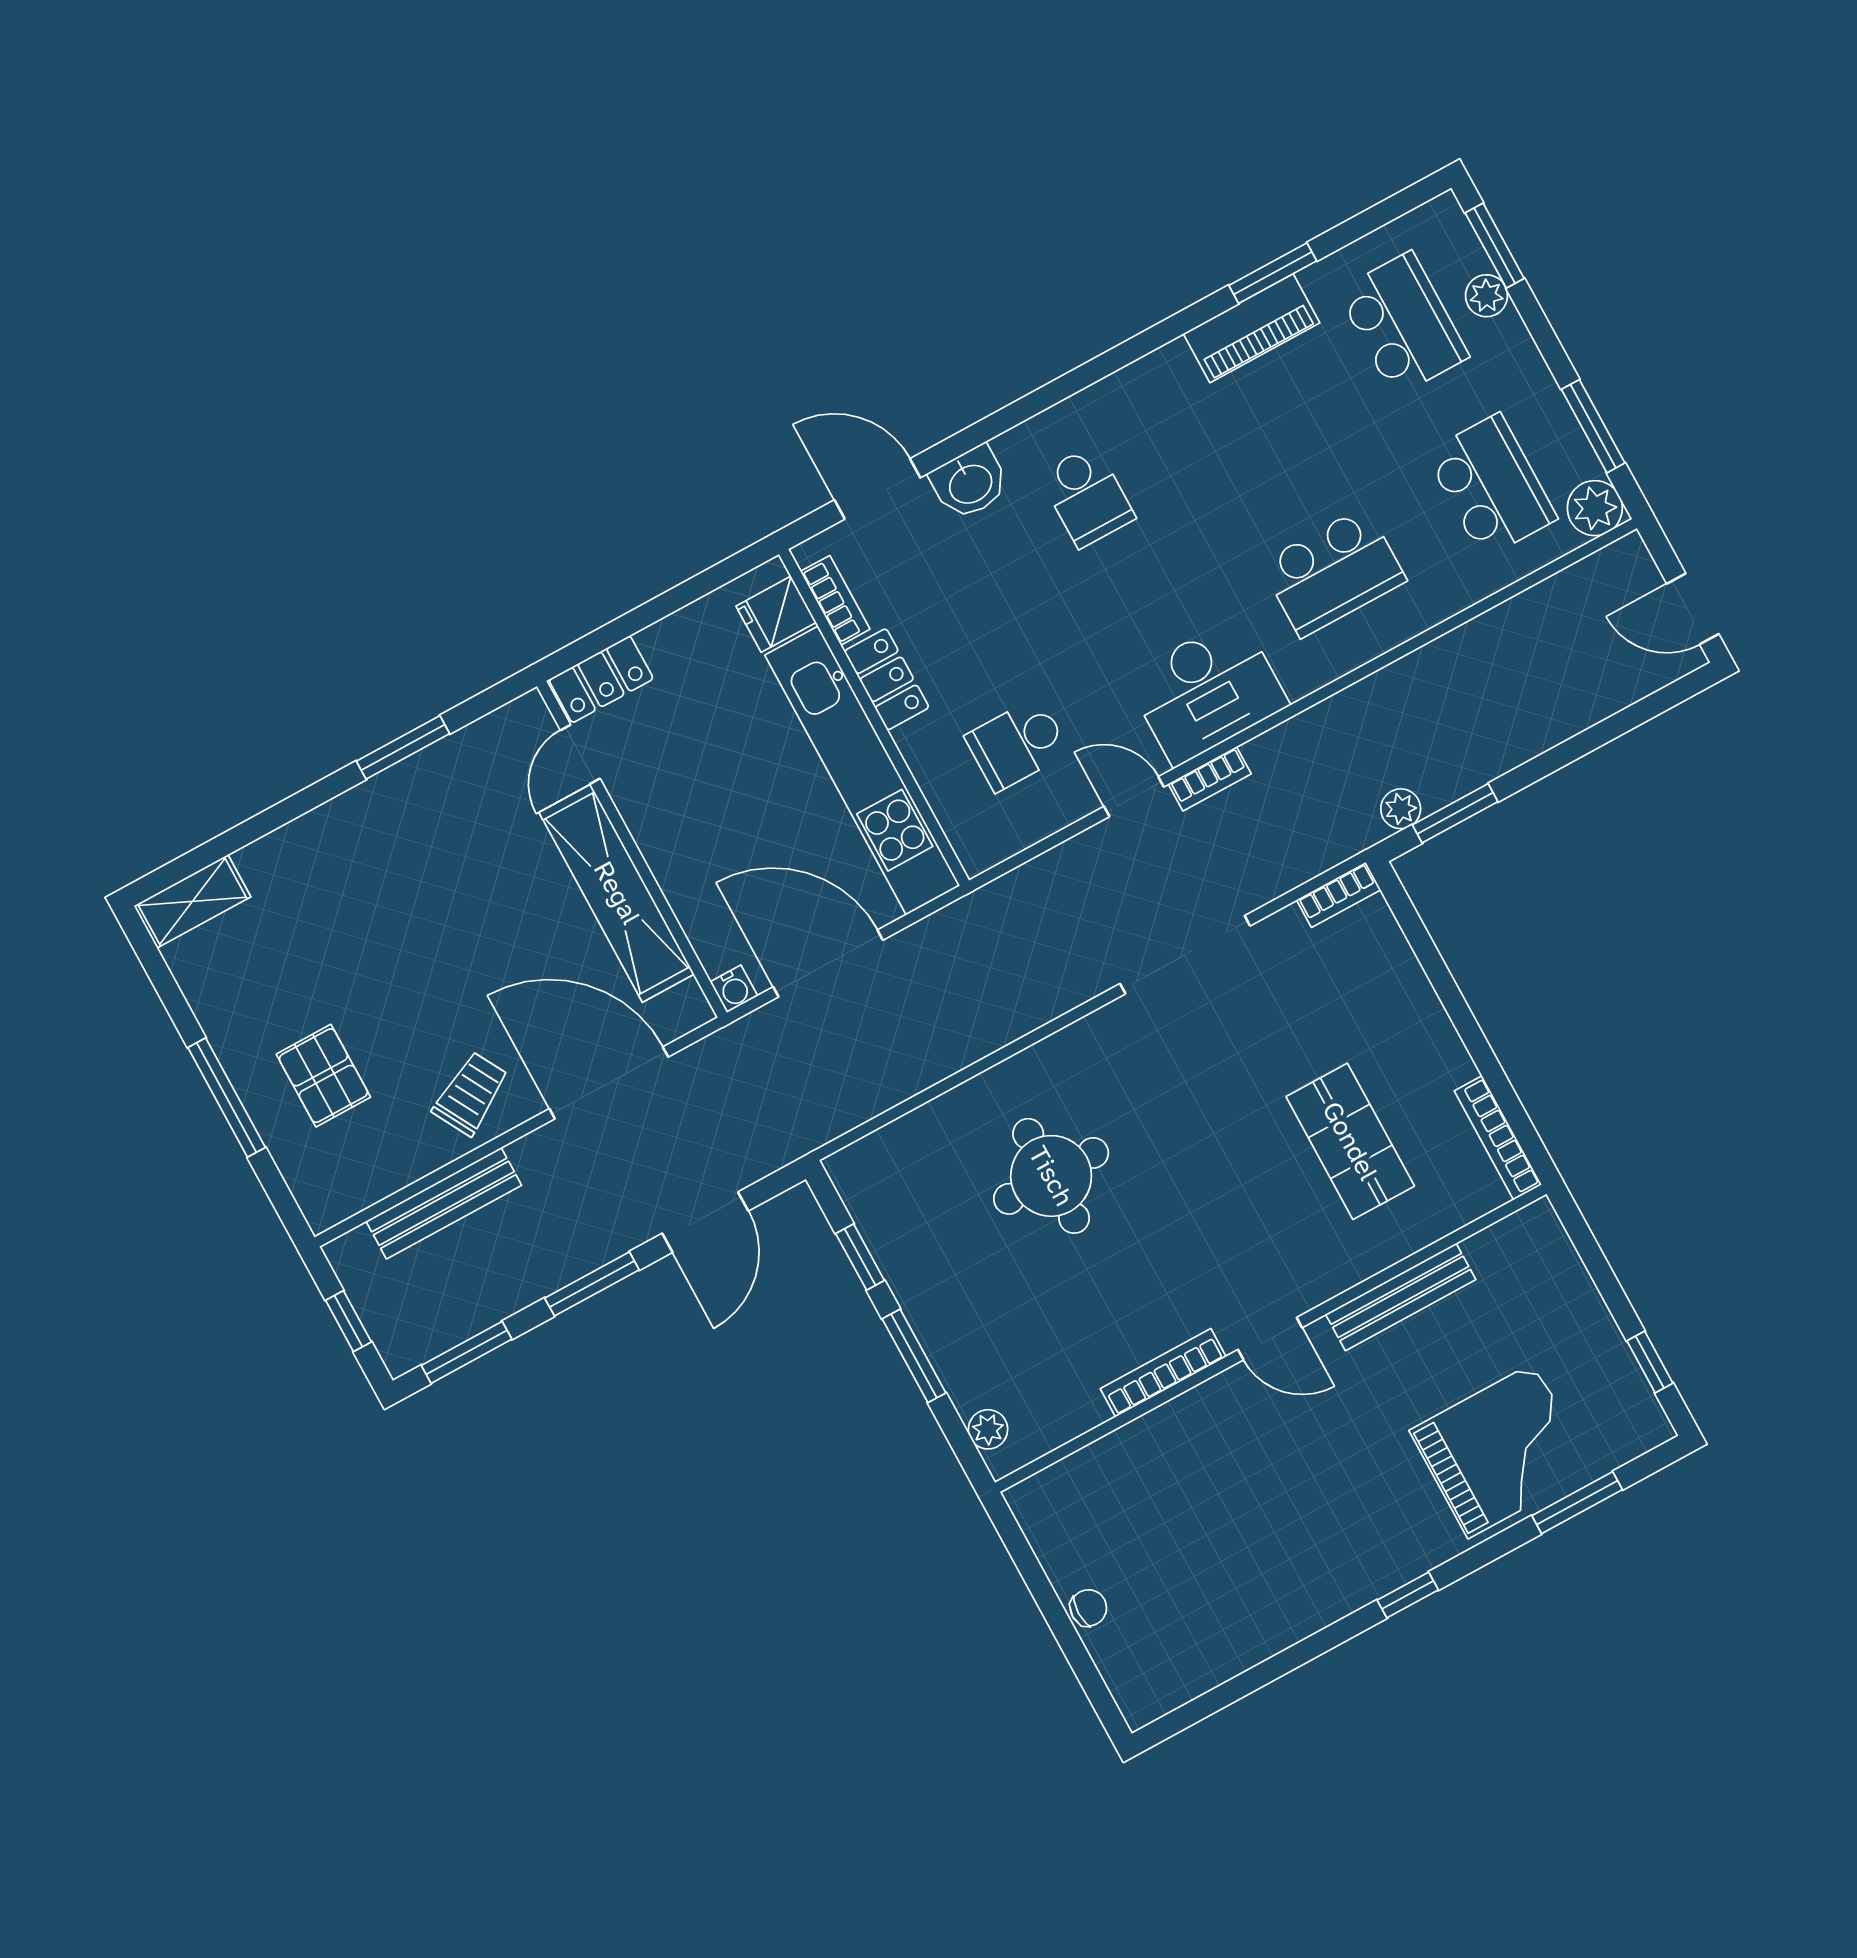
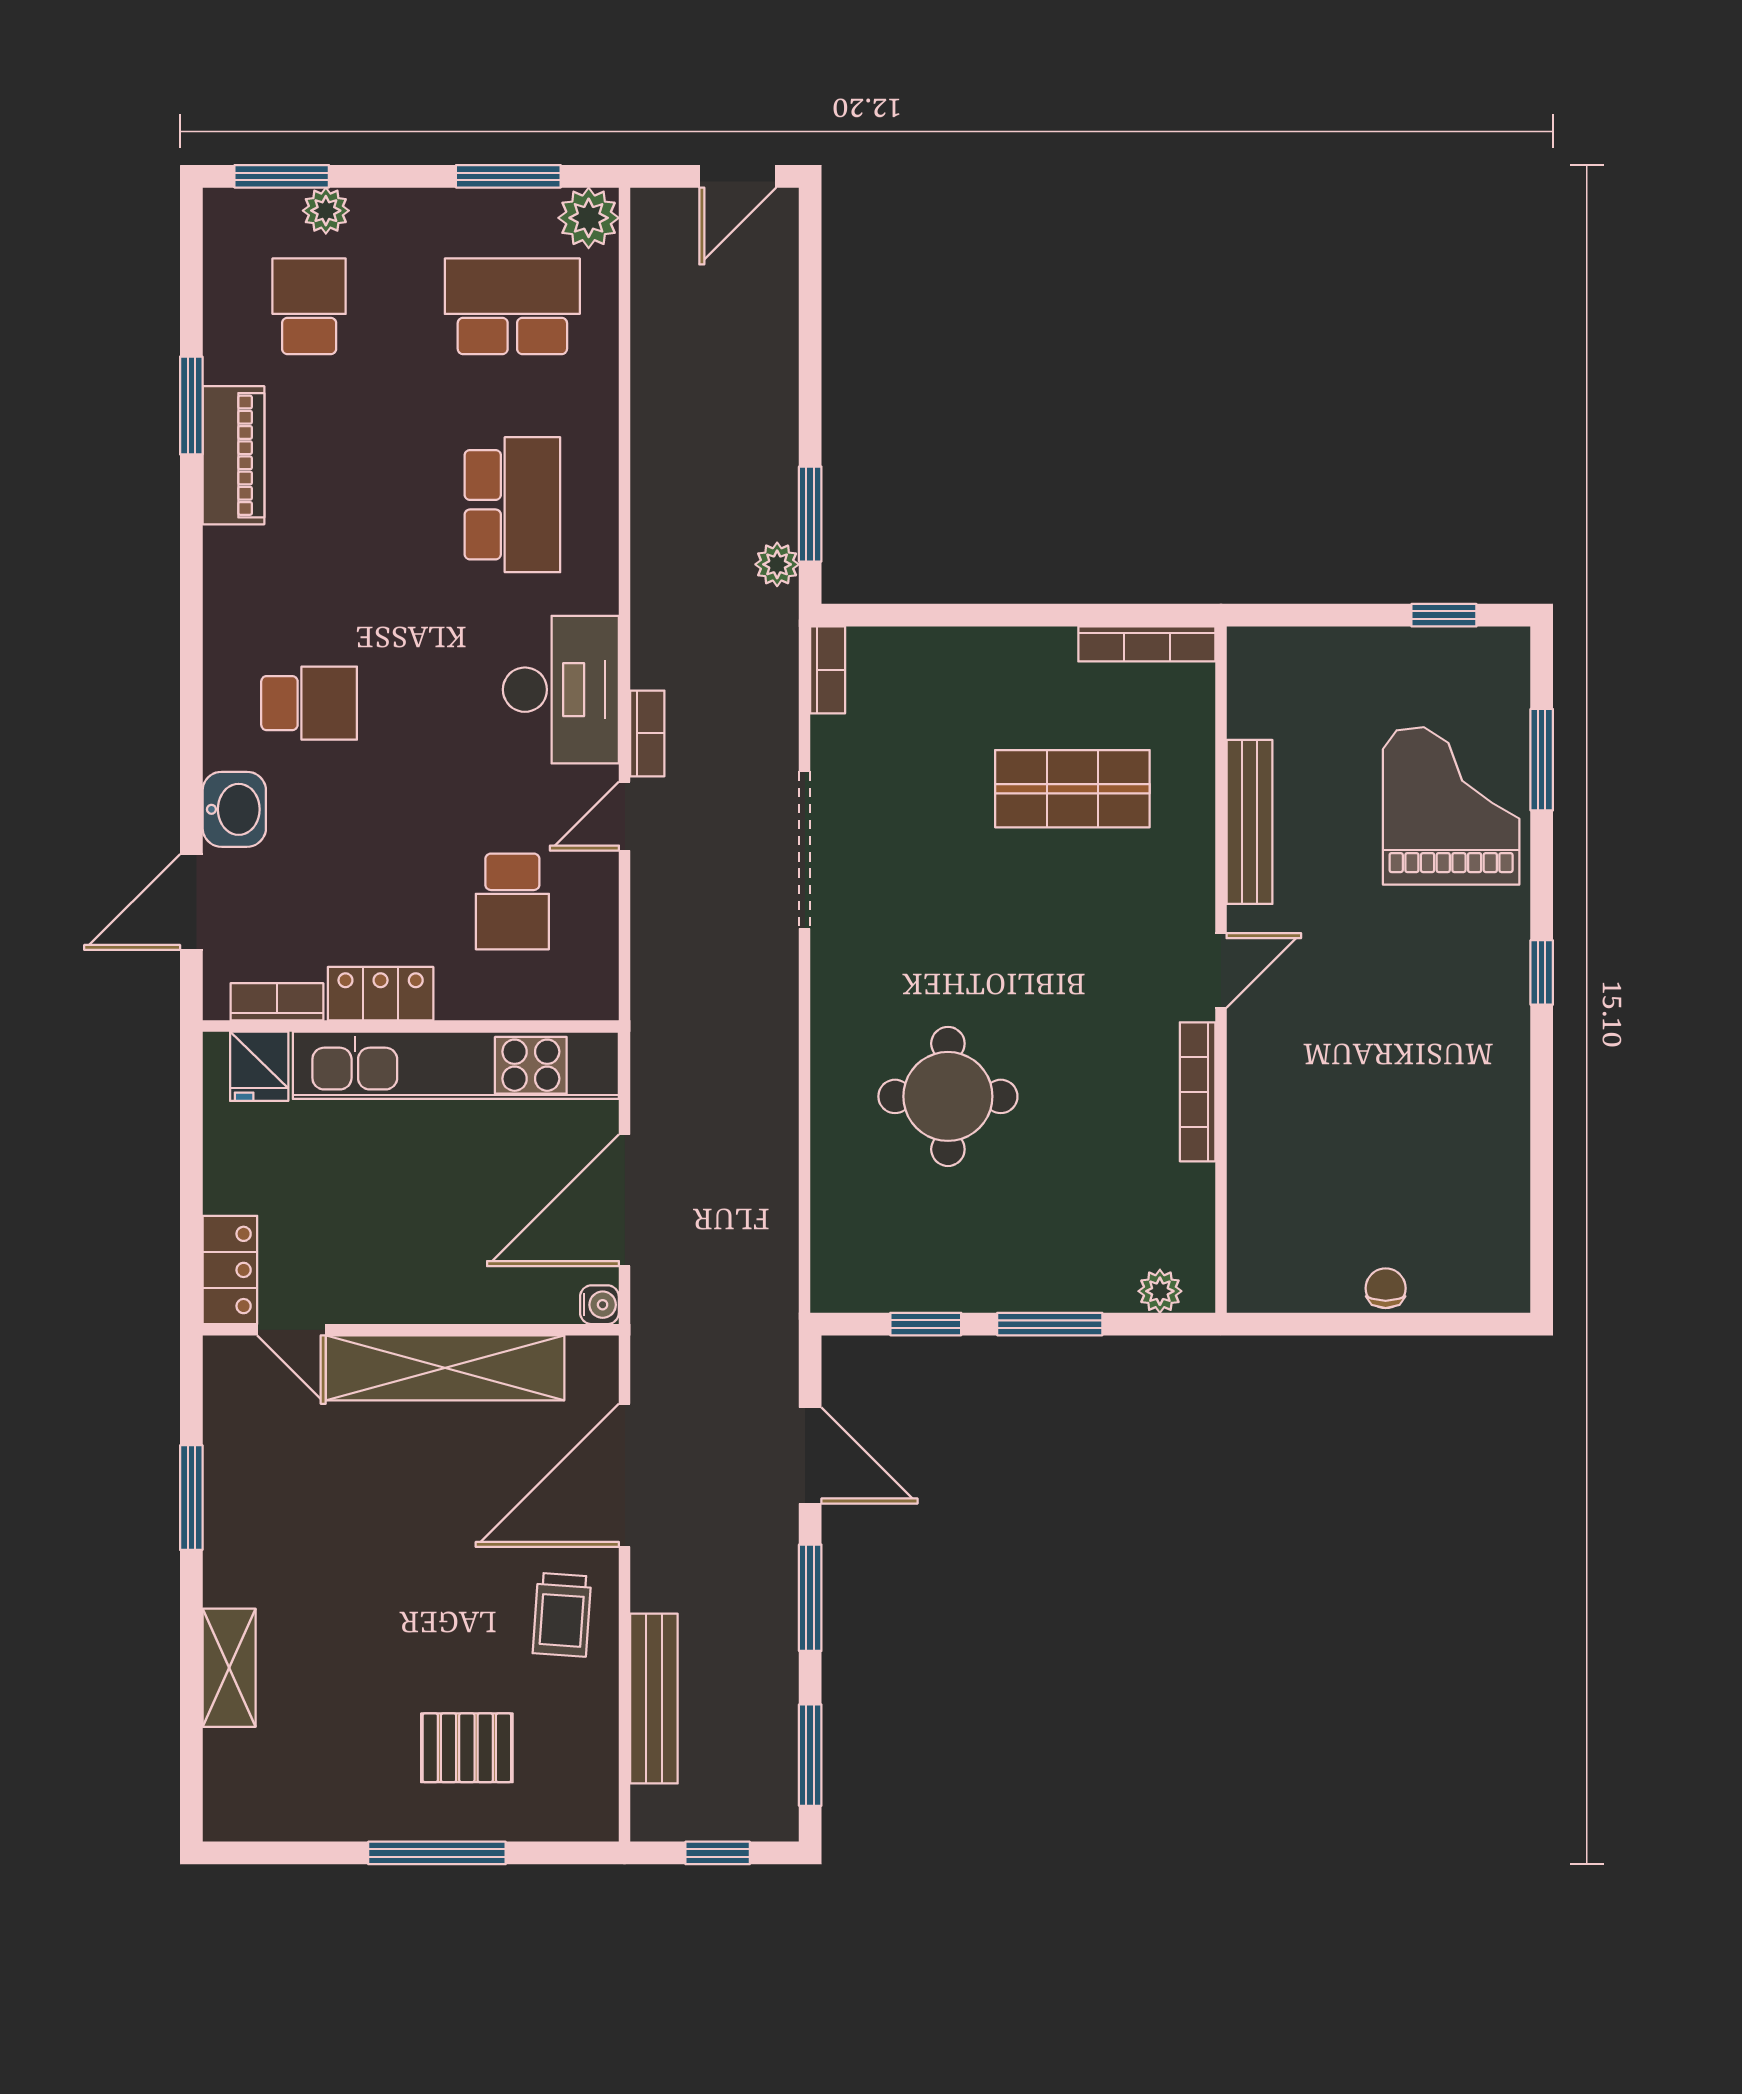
school desk: (1403, 324) -> (309, 306), width x0.54
shelving: (192, 901) -> (229, 1668), moved
trolley: (471, 1094) -> (562, 1615), turned -147

